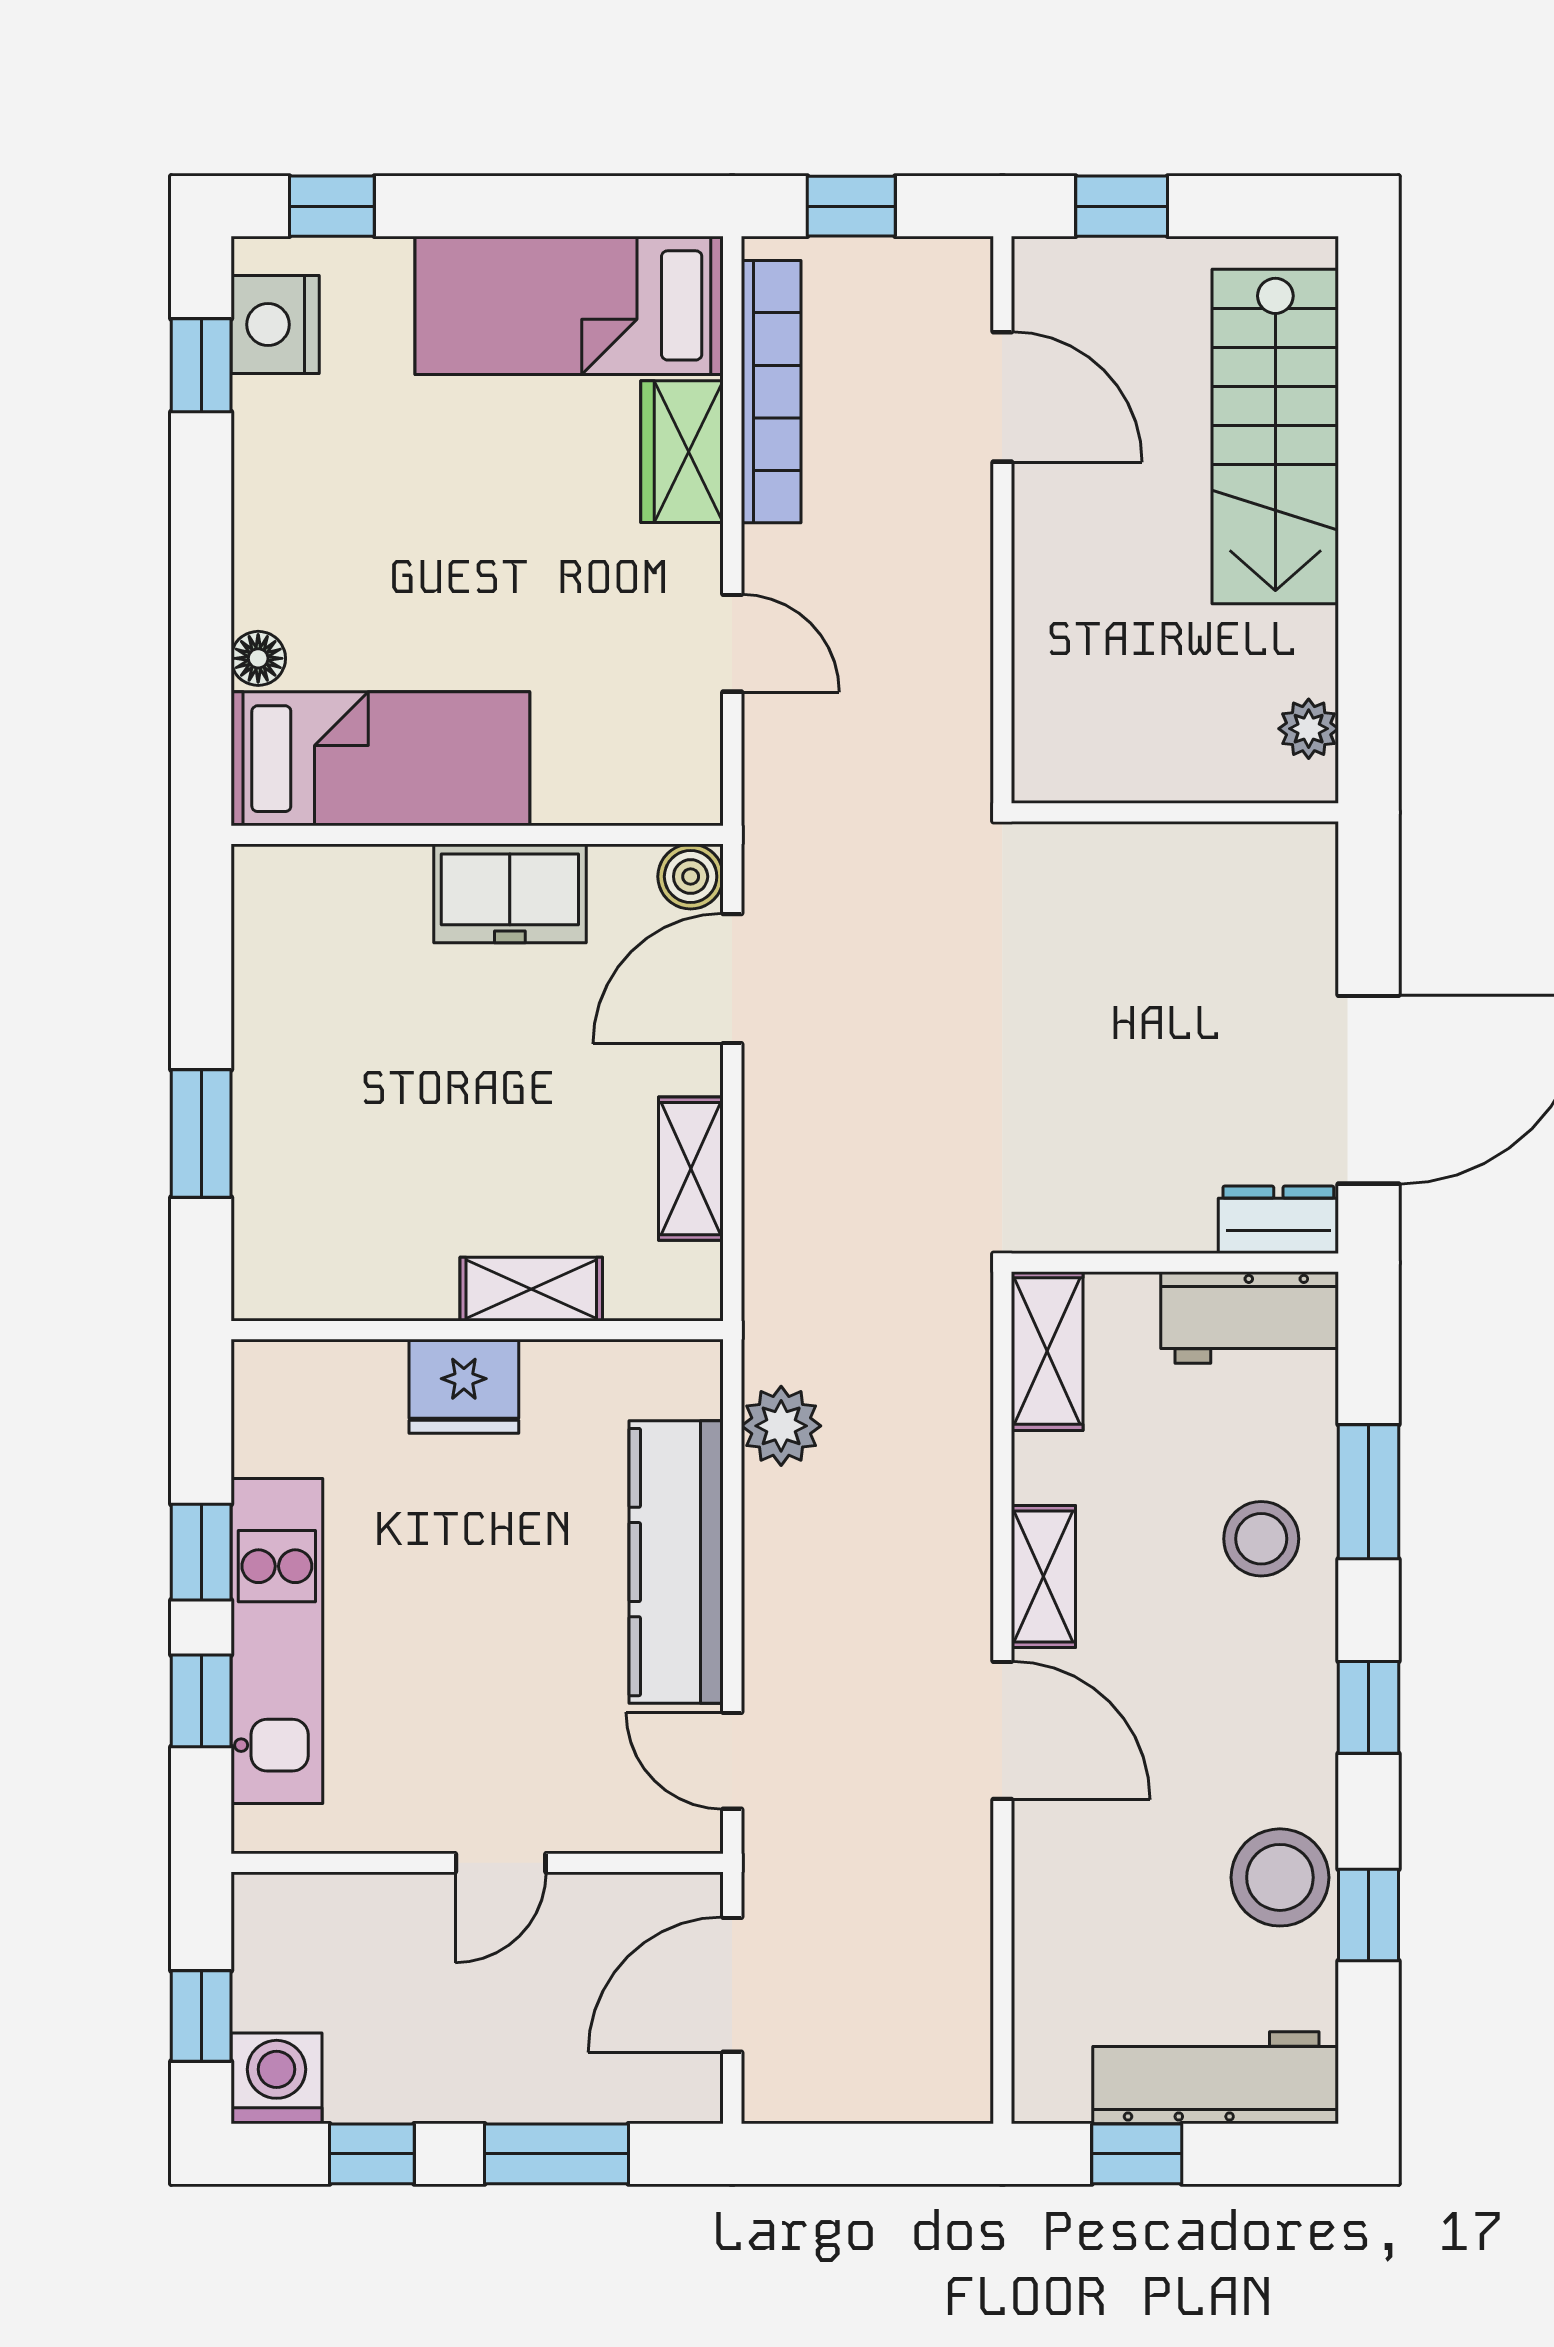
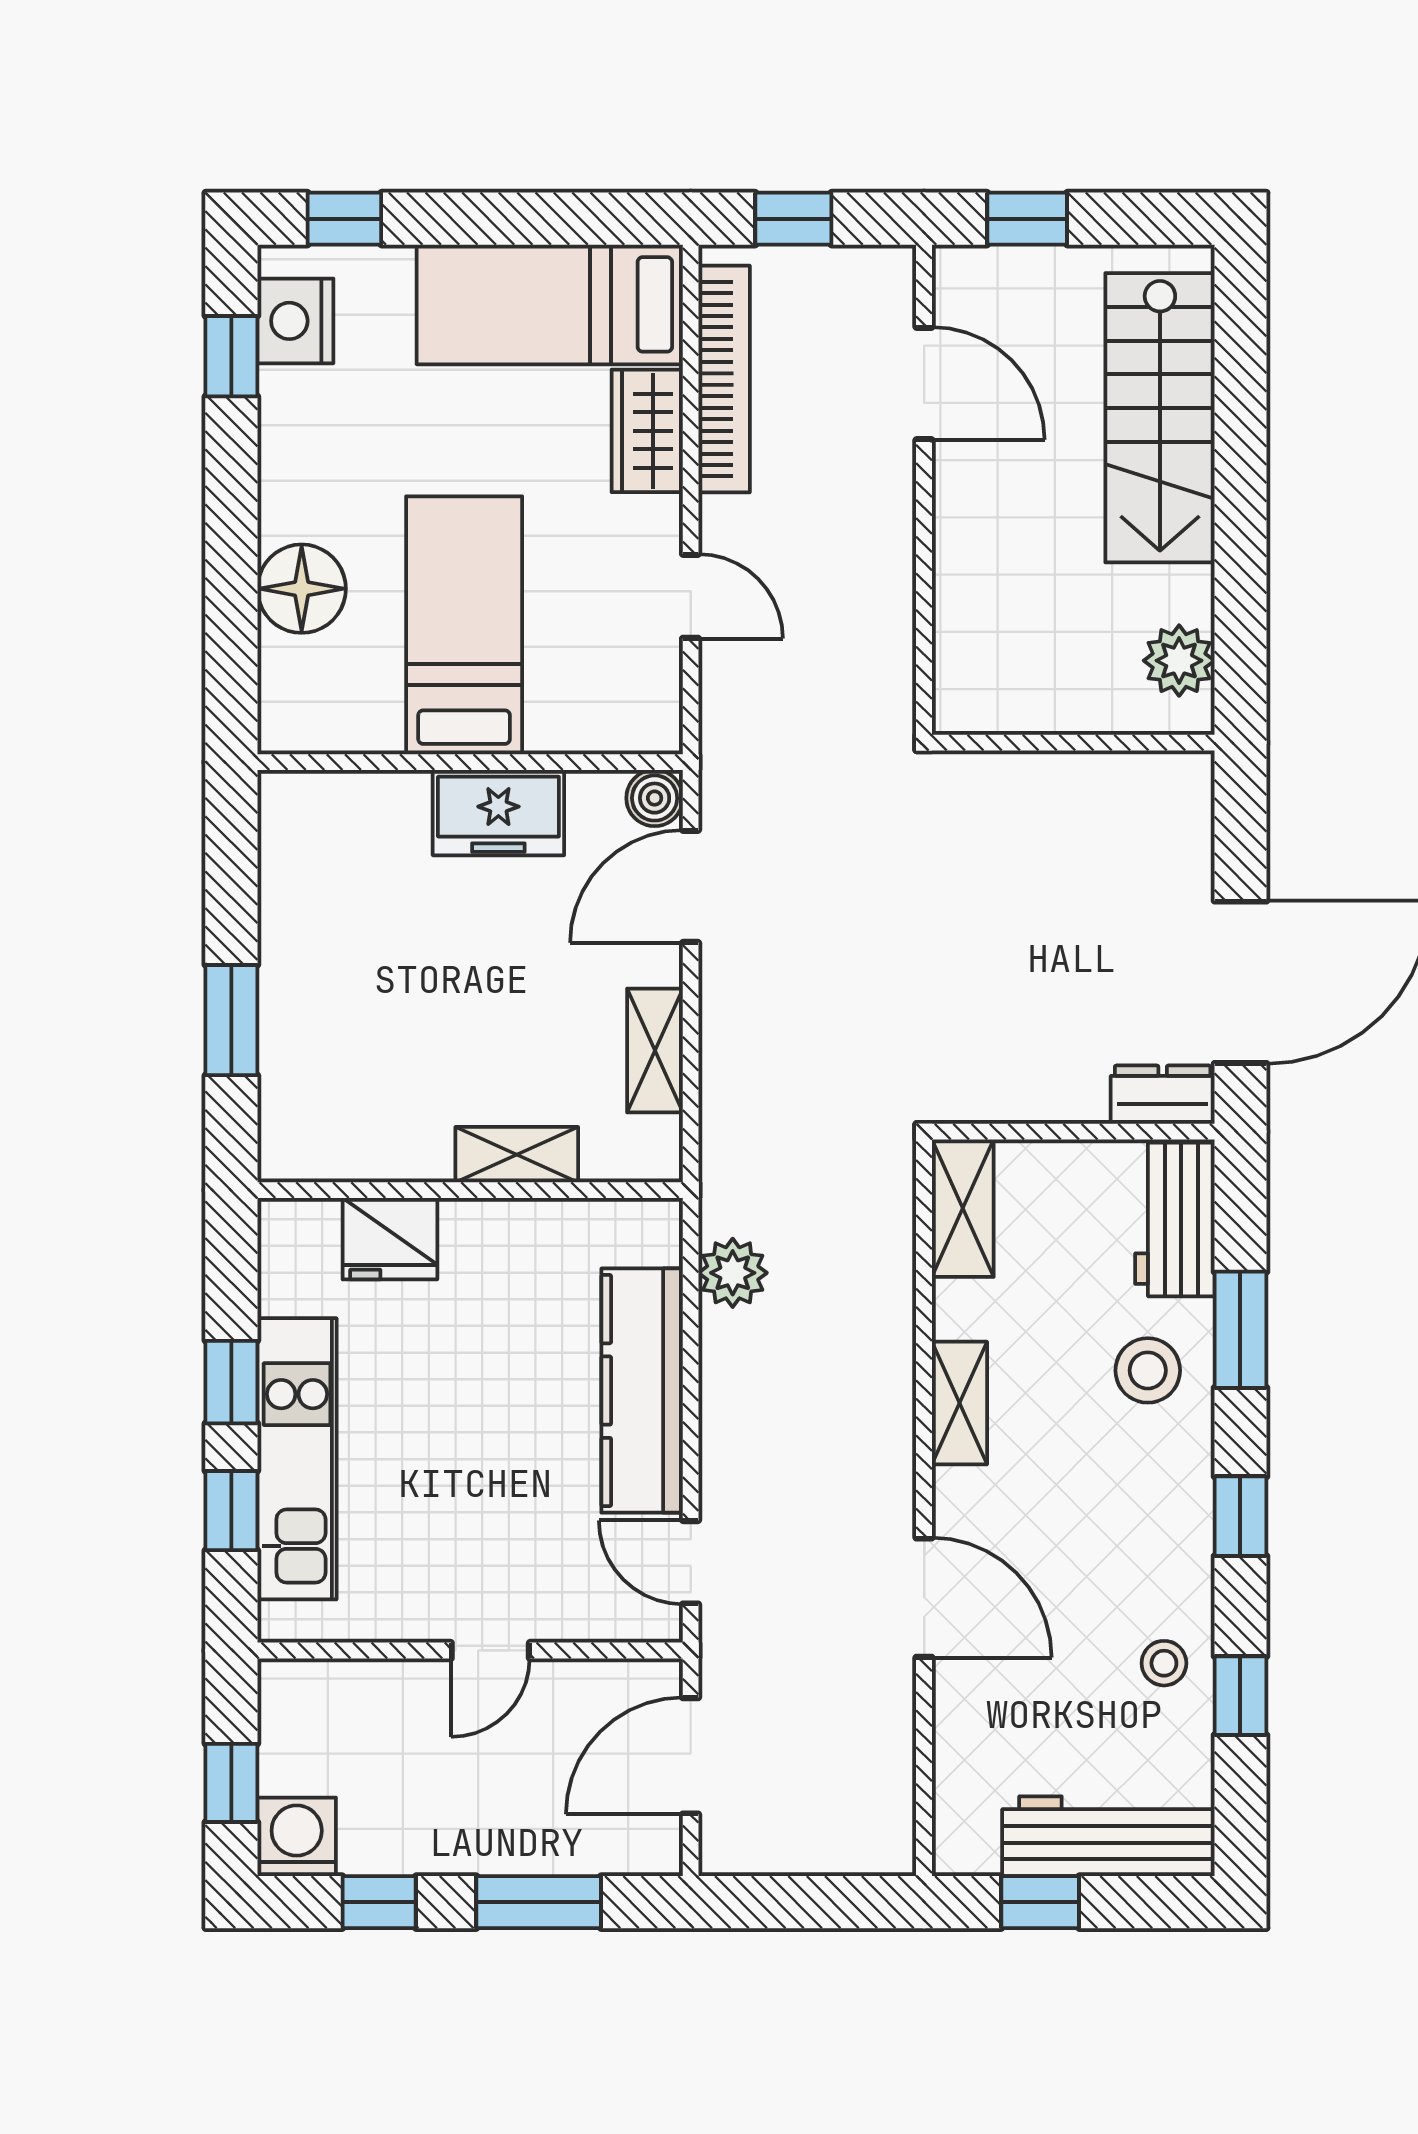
floor lamp: (258, 658) -> (302, 589), width x1.89, depth x1.89
plant: (1309, 729) -> (1179, 661), width x1.38, depth x1.38
bed: (380, 759) -> (464, 625), moved, turned -90
workbench: (1250, 1317) -> (1175, 1219), moved, turned 90
fridge: (464, 1386) -> (390, 1239), moved
door: (1002, 1730) -> (924, 1598), moved
stool: (1280, 1877) -> (1164, 1663), width x0.53, depth x0.53

